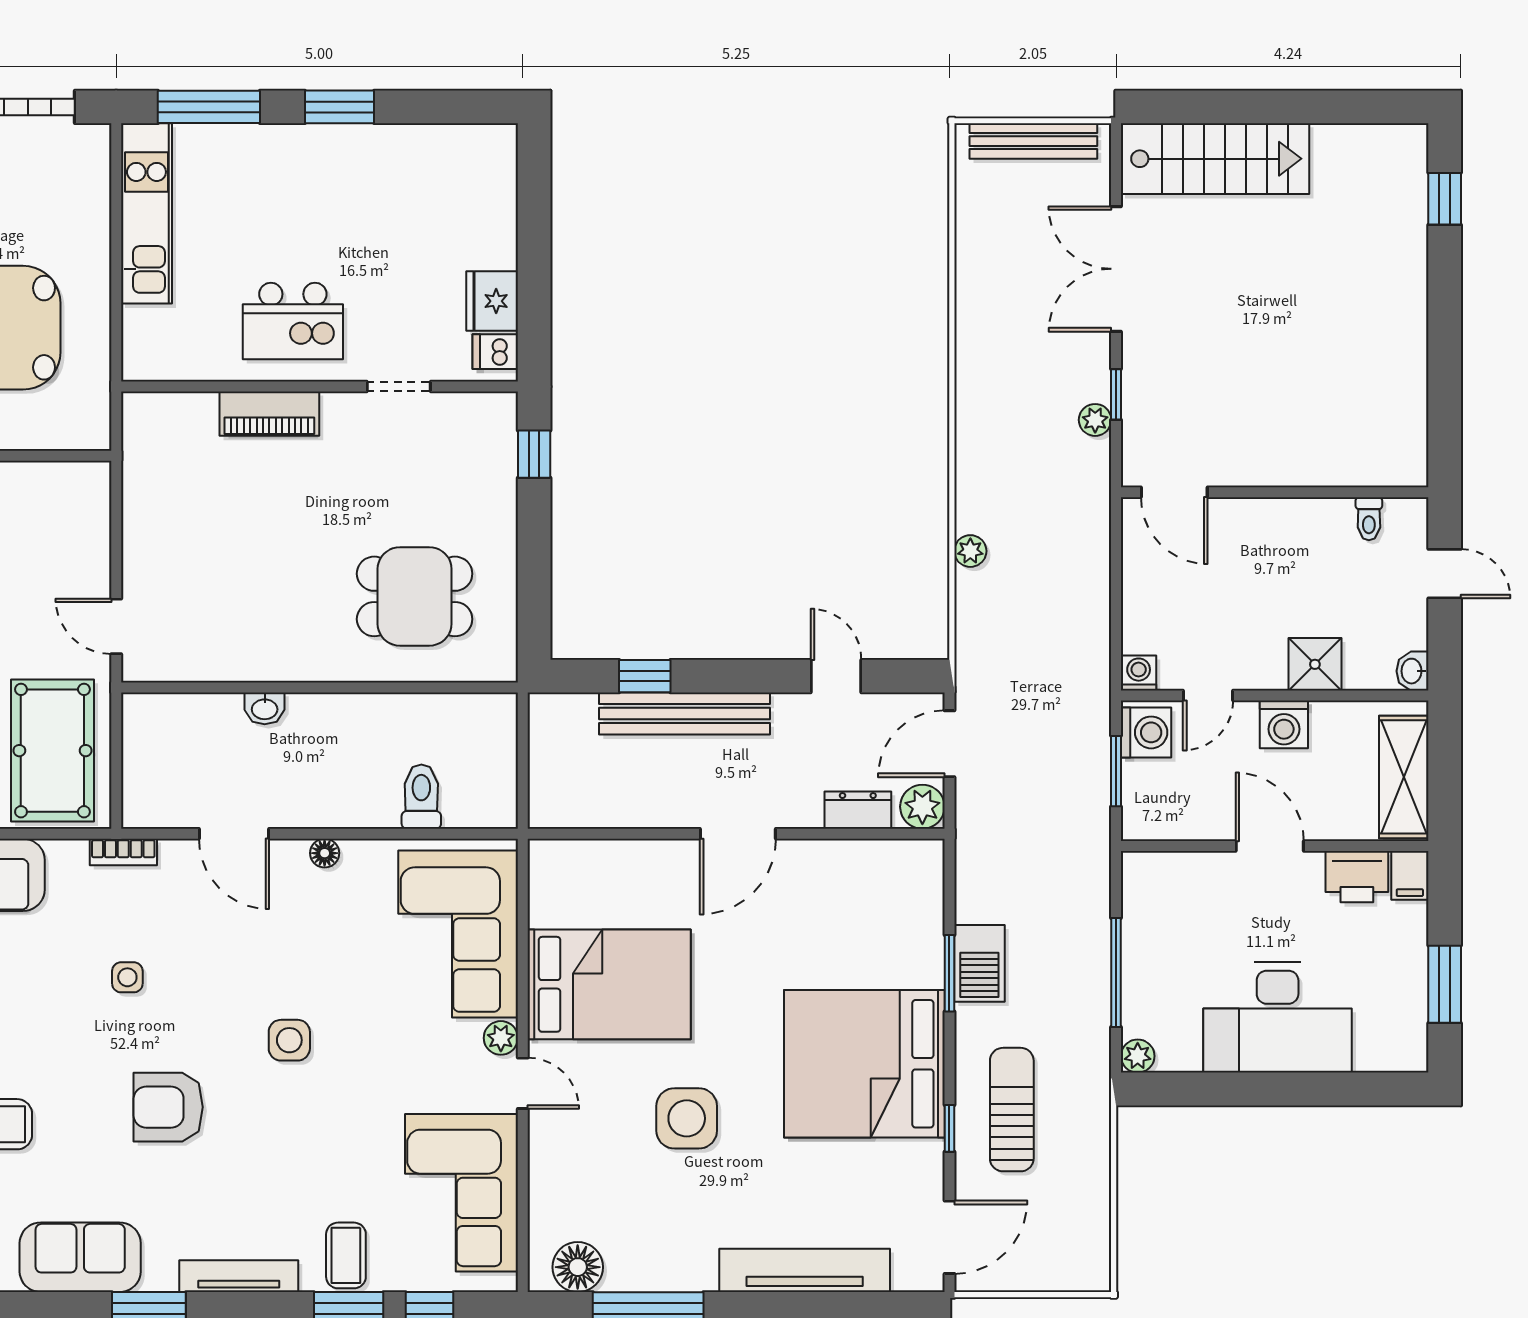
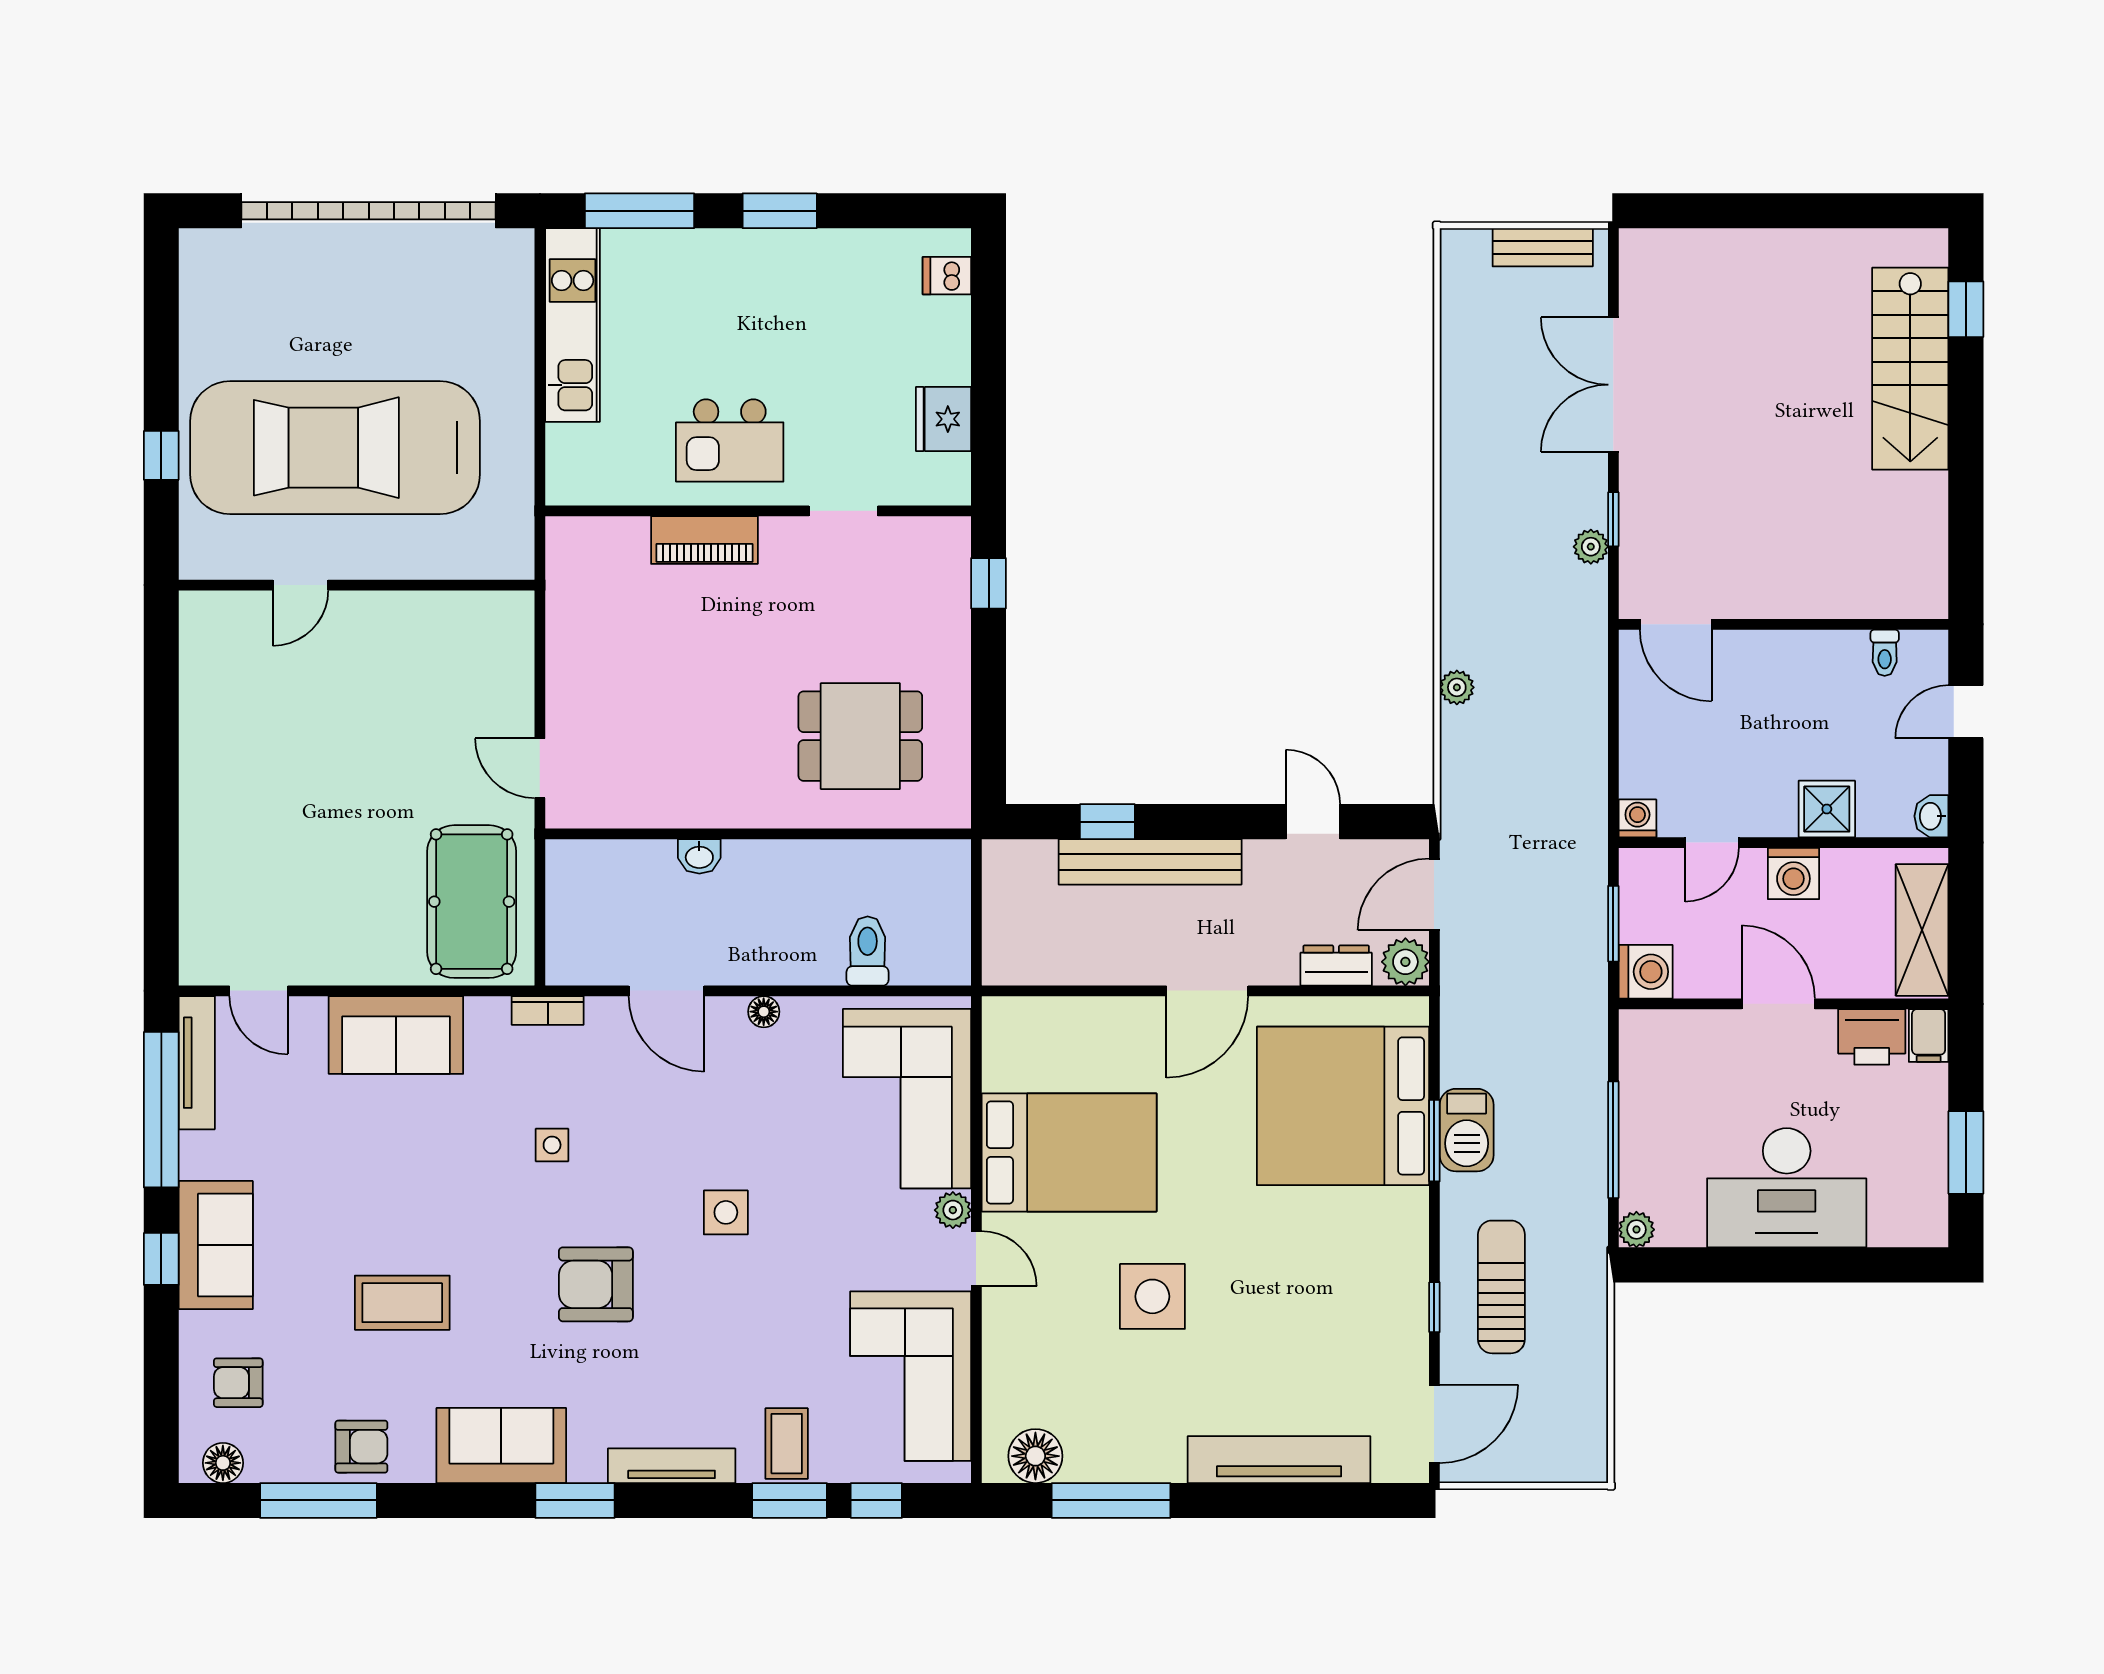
bench: (1033, 141) -> (1543, 247), width x0.73
stairs: (1215, 159) -> (1910, 369), moved, turned 90
dishwasher: (495, 352) -> (947, 276), moved
door: (1445, 574) -> (1966, 712), swing flipped
washing machine: (1146, 732) -> (1646, 972), moved
bed: (864, 1064) -> (1343, 1106), moved

